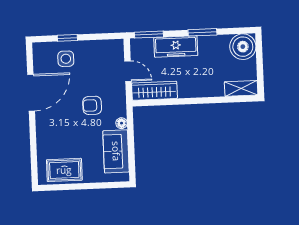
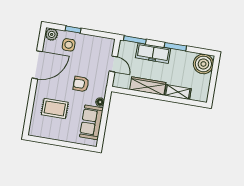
plant: (41, 50) -> (52, 34), added
shelving: (241, 88) -> (178, 92), moved
wardrobe: (154, 91) -> (148, 86), moved
rug: (64, 170) -> (55, 108), moved

